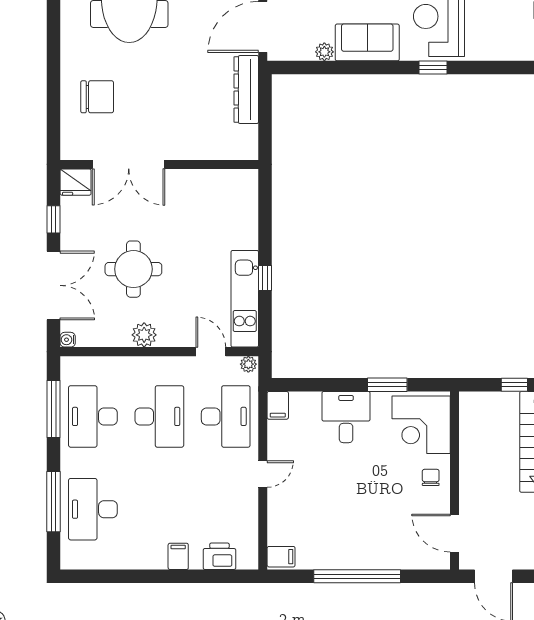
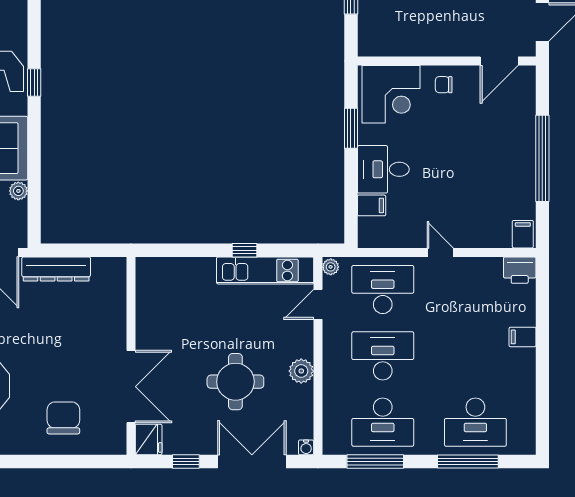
filing cabinet: (278, 405) -> (372, 205), moved
printer: (219, 556) -> (520, 270), moved, turned -90

